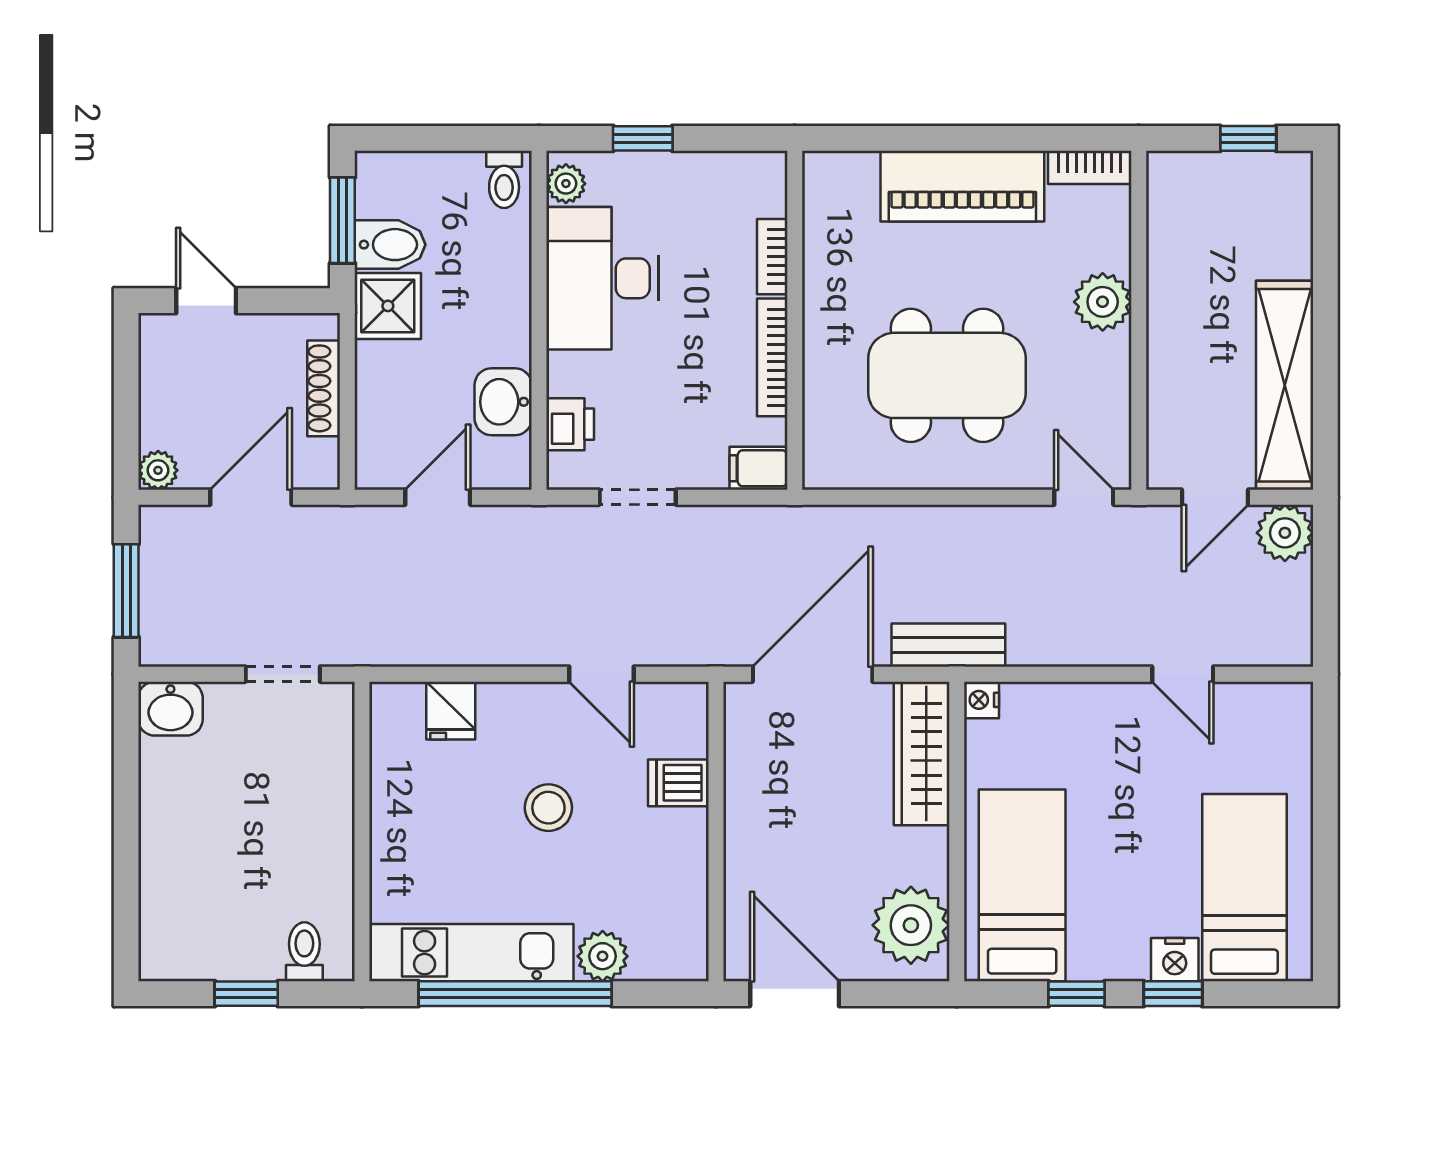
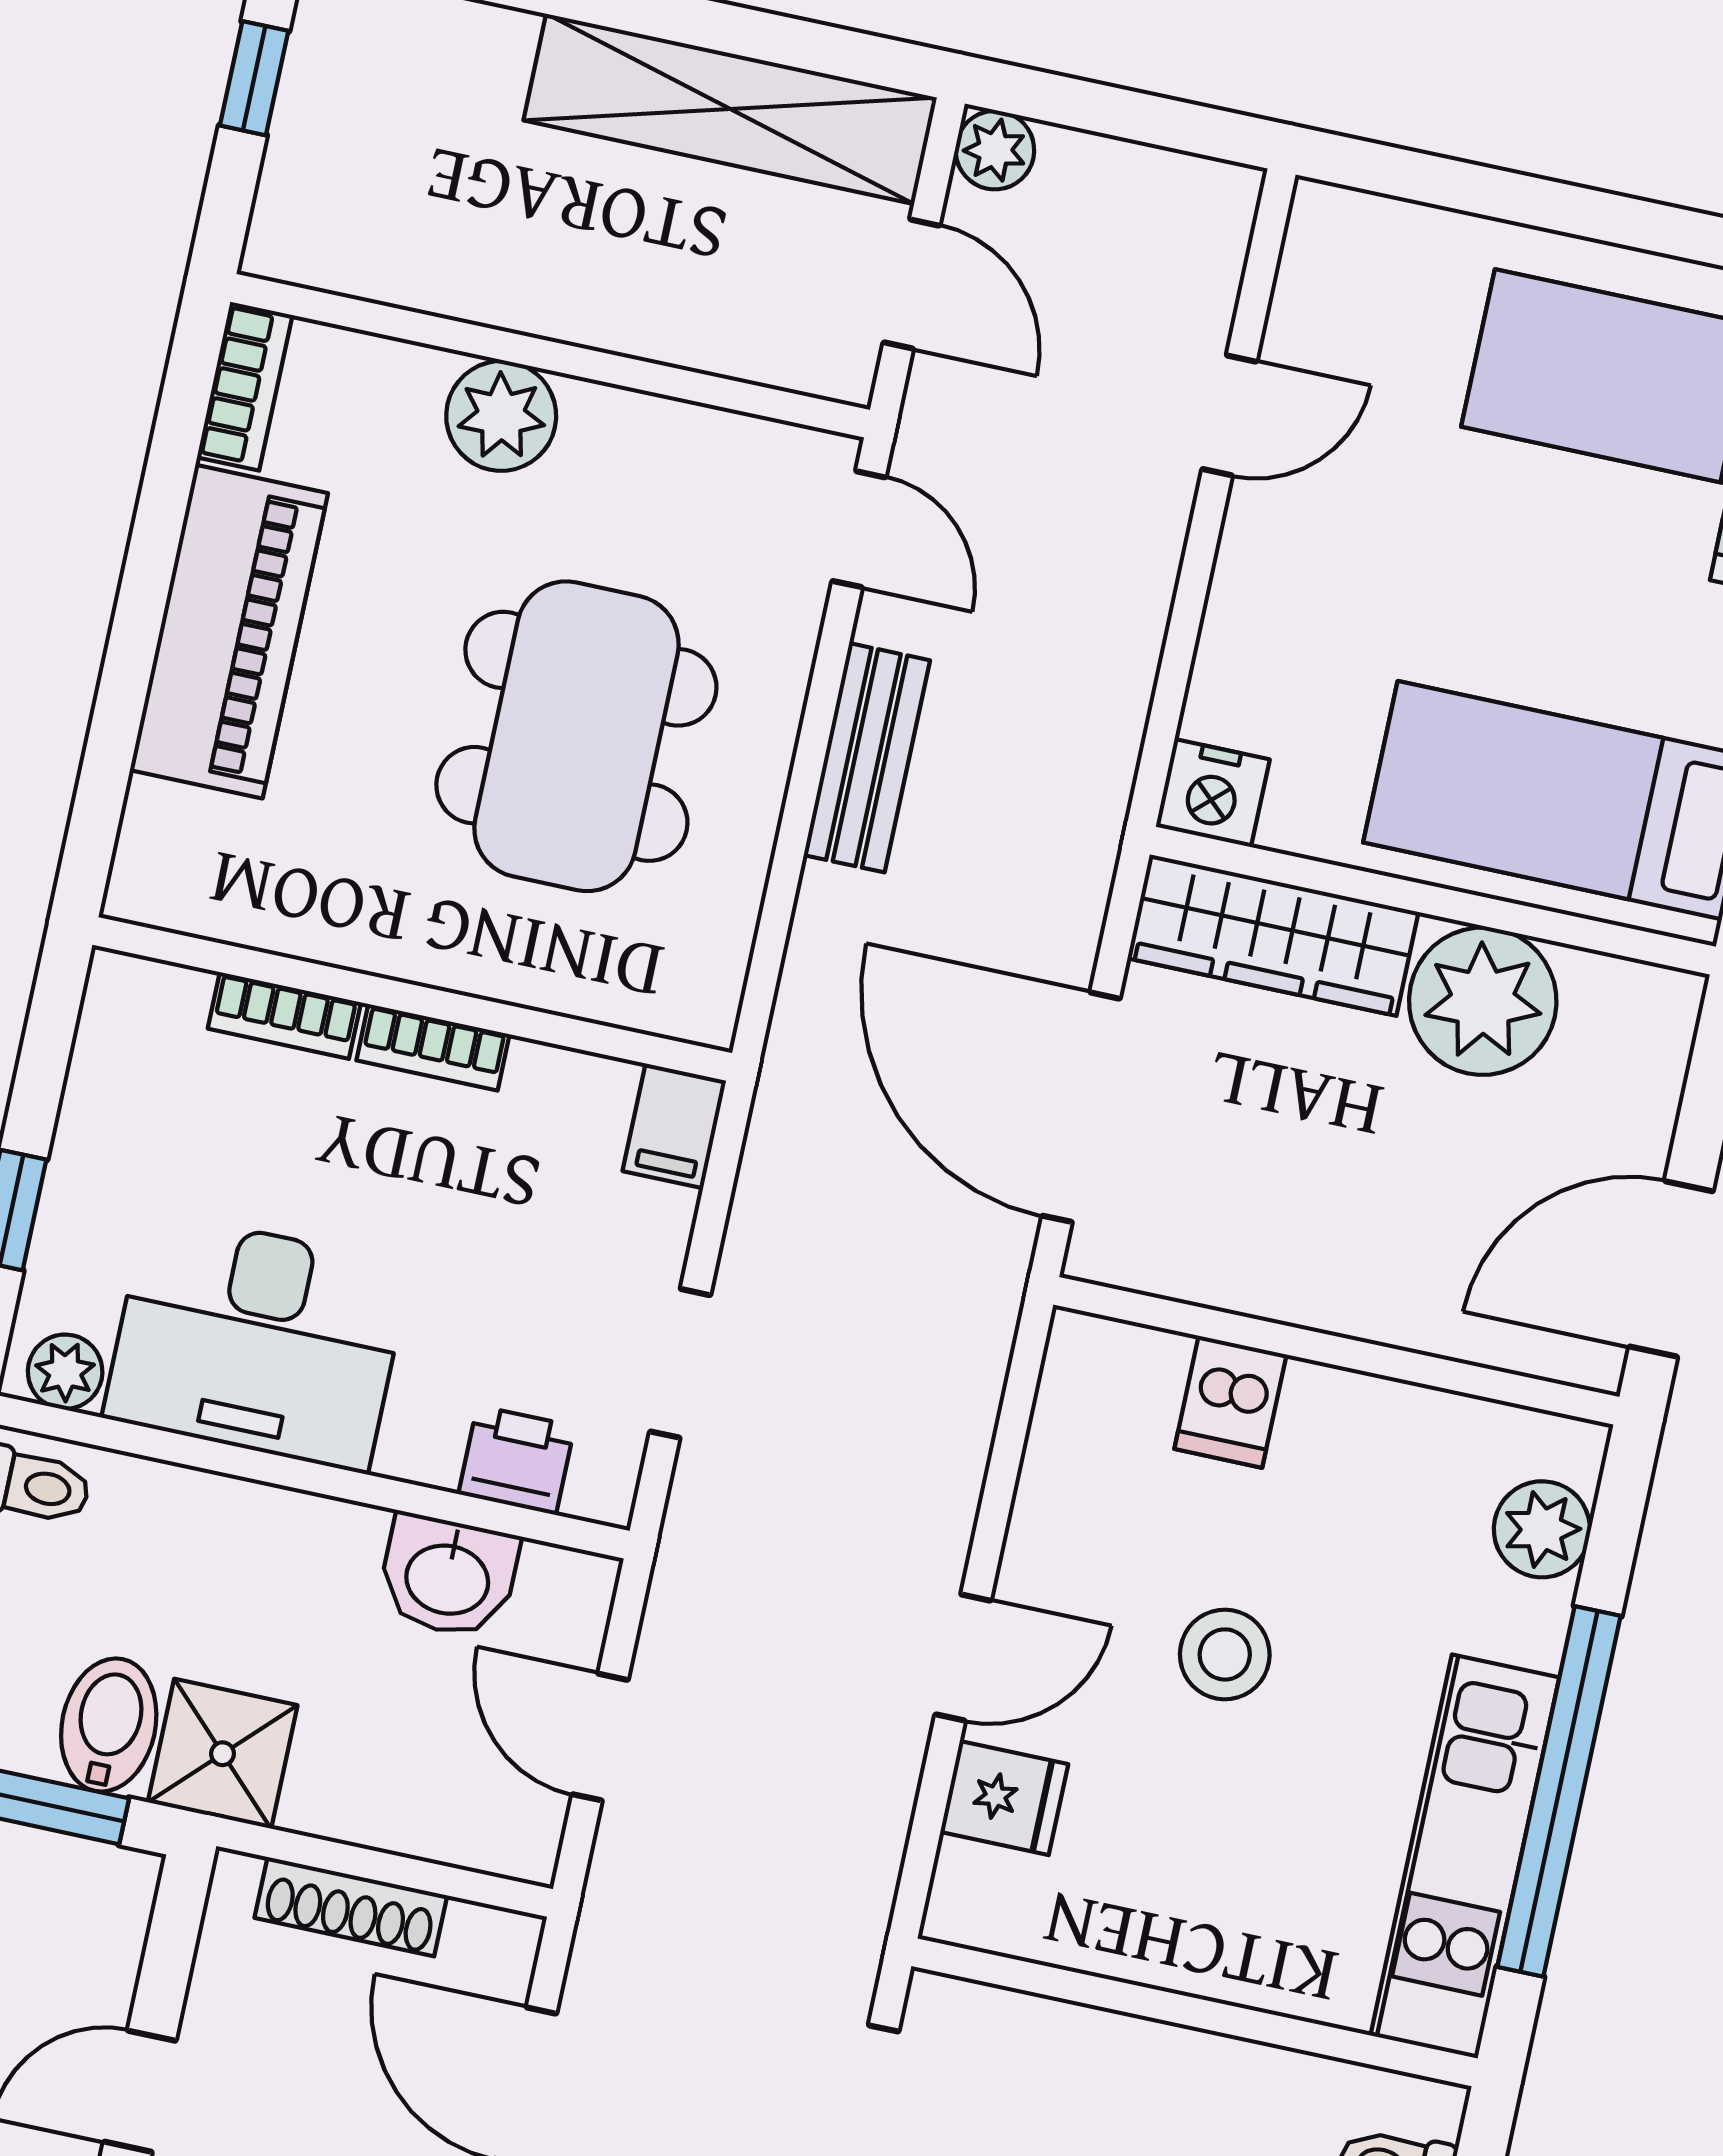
bookcase: (772, 357) -> (433, 1047), width x0.64
door: (1084, 497) -> (859, 529), swing flipped
plant: (1285, 533) -> (995, 150), width x0.73, depth x0.73
bench: (948, 645) -> (867, 758), moved
door: (602, 674) -> (963, 1658), moved
nightstand: (982, 700) -> (1213, 793), width x1.39, depth x1.35
plant: (911, 925) -> (1483, 1001), moved
plant: (603, 956) -> (1542, 1529), moved

